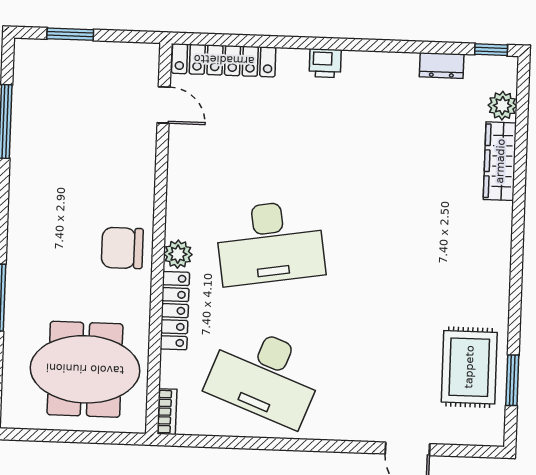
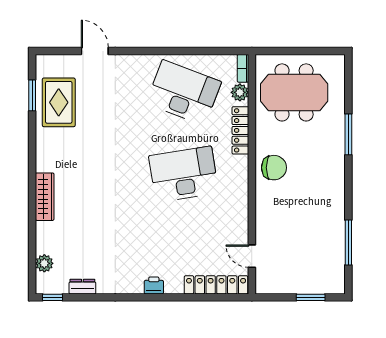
wardrobe: (500, 161) -> (45, 197), moved
plant: (178, 254) -> (240, 92), moved

